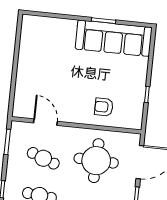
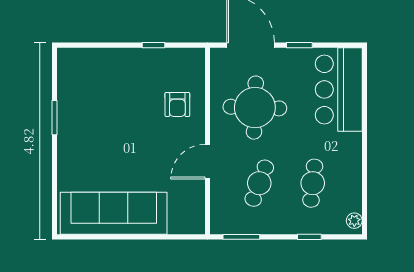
sofa: (114, 38) -> (114, 213), moved, turned -90
door: (45, 122) -> (207, 162), moved

